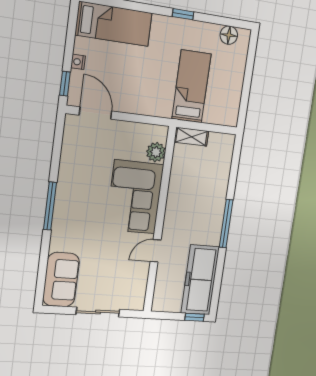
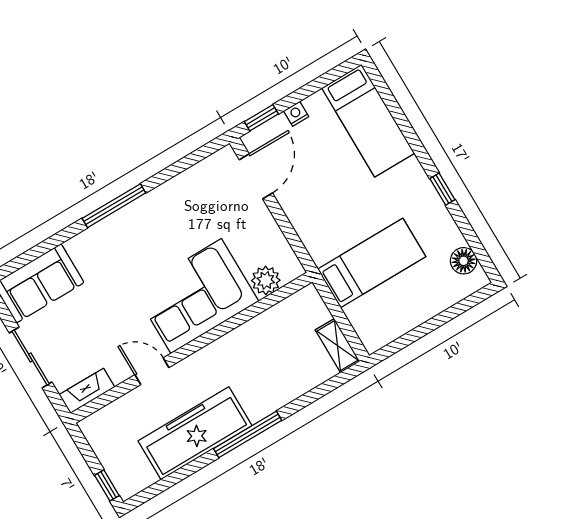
shelving: (191, 137) -> (338, 346), moved
freezer: (200, 280) -> (195, 433), moved
fireplace: (139, 294) -> (87, 391), added

